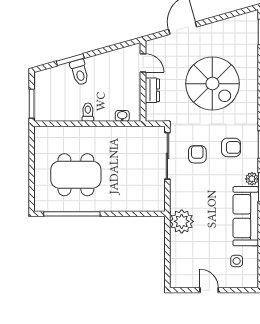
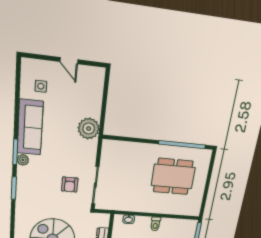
armchair: (231, 147) -> (40, 188), removed

